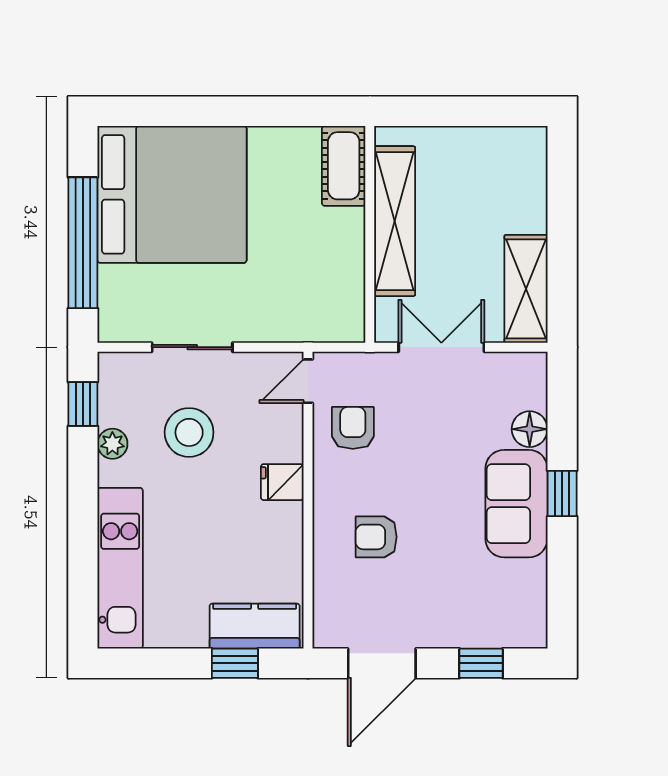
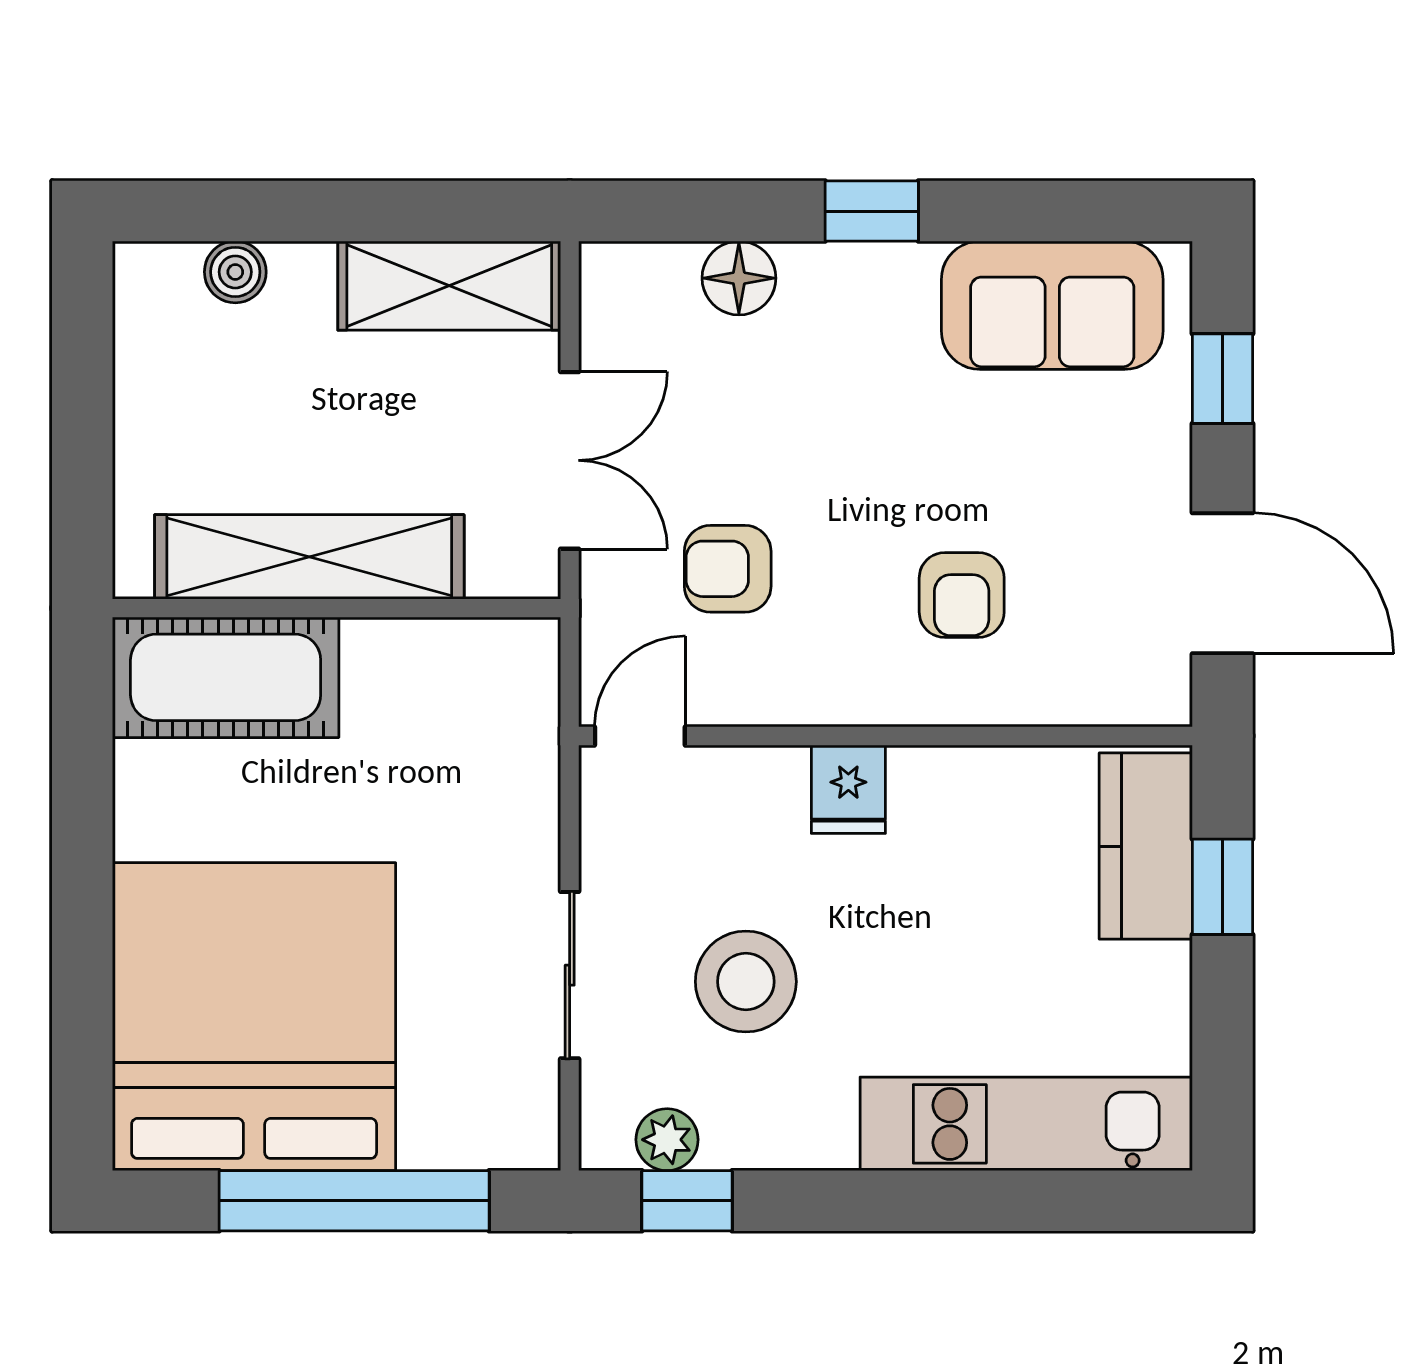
cot: (344, 166) -> (226, 677), width x1.37, depth x1.34
boiler: (533, 185) -> (235, 272), added
double door: (441, 347) -> (570, 460), swing flipped
door: (308, 381) -> (640, 736), swing flipped
armchair: (353, 428) -> (728, 569), moved
plant: (112, 444) -> (667, 1140), moved
sofa: (516, 504) -> (1052, 305), moved

